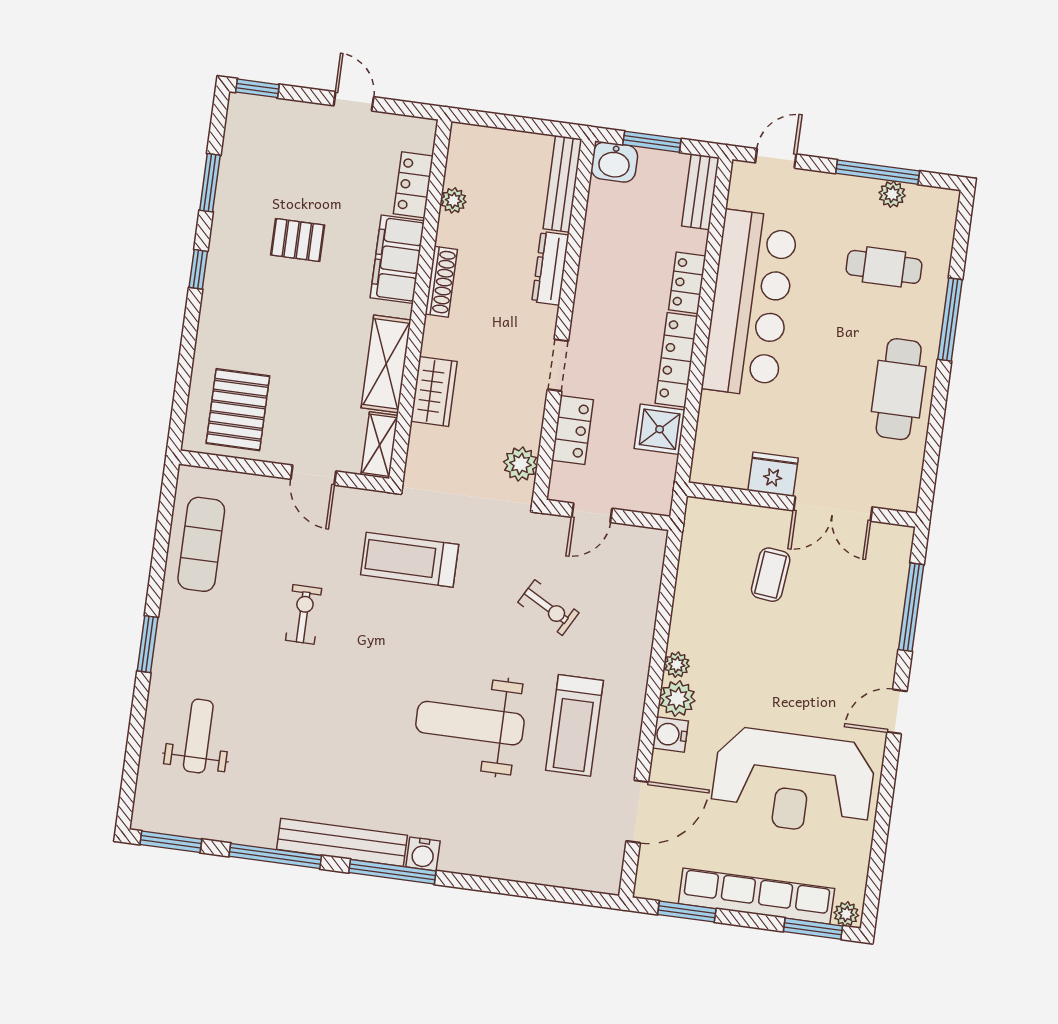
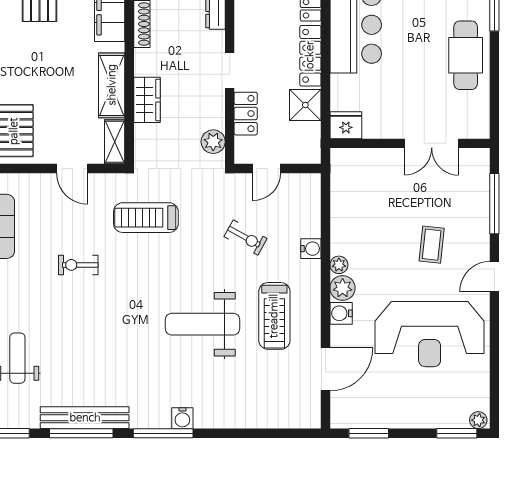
fridge: (773, 474) -> (346, 125), moved
coffee table: (771, 575) -> (432, 245), moved
exercise bike: (304, 614) -> (78, 265), turned -90
water cooler: (640, 636) -> (311, 249), added
bench: (342, 842) -> (85, 418), moved
row of seats: (756, 896) -> (415, 416), removed

